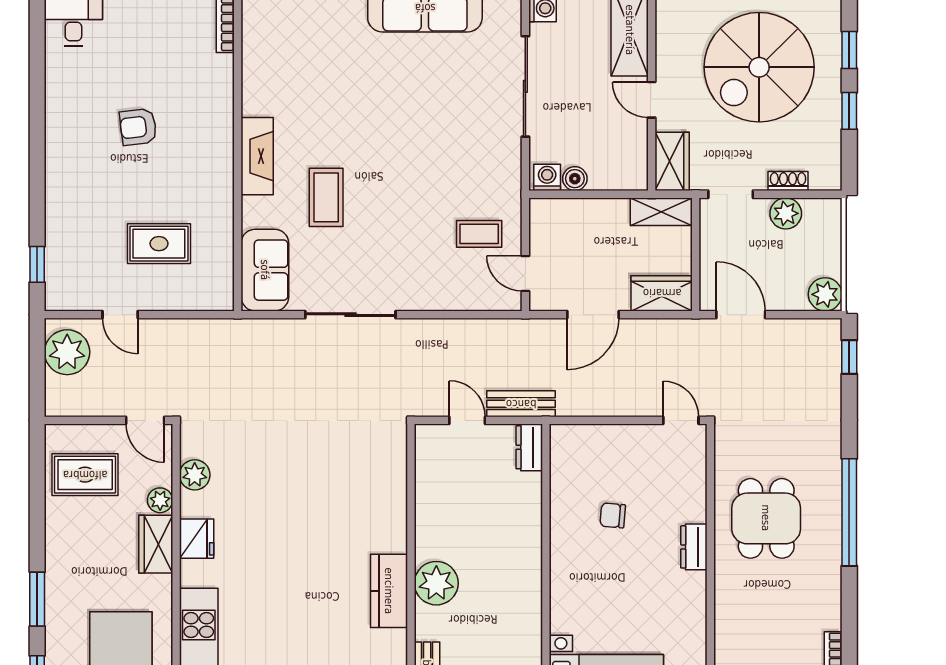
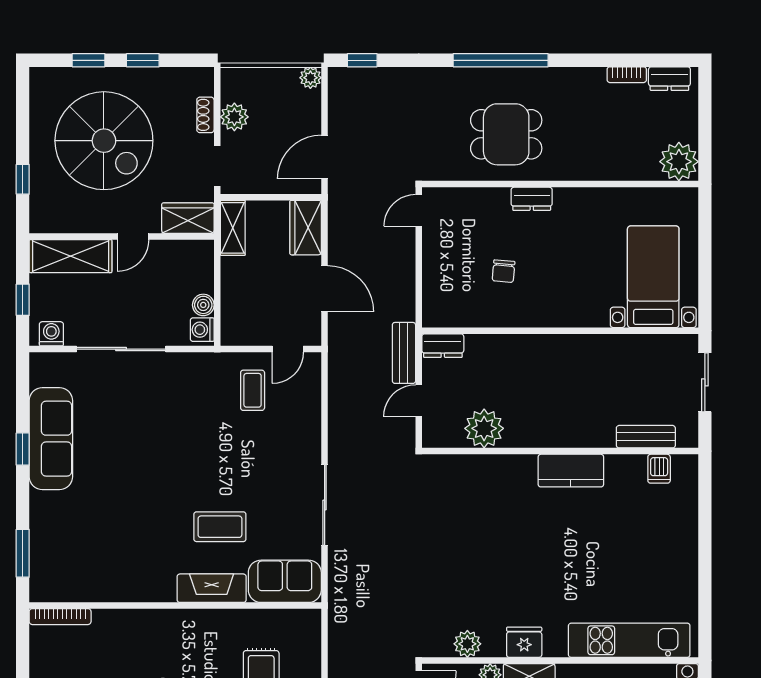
fireplace: (257, 156) -> (212, 588), moved
plant: (825, 294) -> (310, 78), width x0.73, depth x0.73
plant: (436, 583) -> (484, 428), moved

